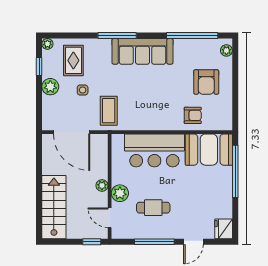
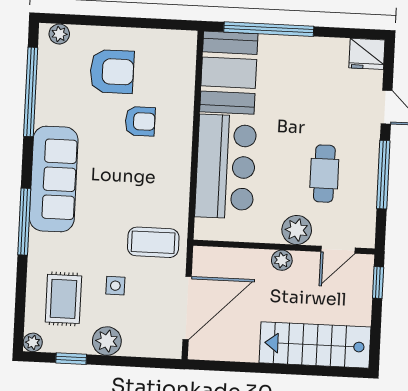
rug: (73, 60) -> (63, 299), turned 90
armchair: (193, 115) -> (140, 121), moved, turned 90

